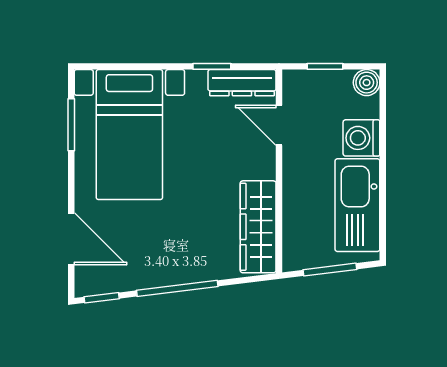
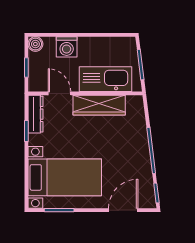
door: (279, 125) -> (60, 93), swing flipped
kitchen sink: (357, 205) -> (106, 79), moved, turned 180
wardrobe: (258, 227) -> (99, 105), moved

